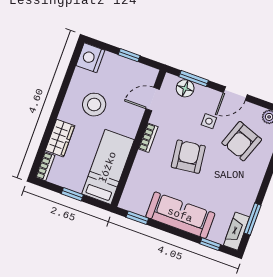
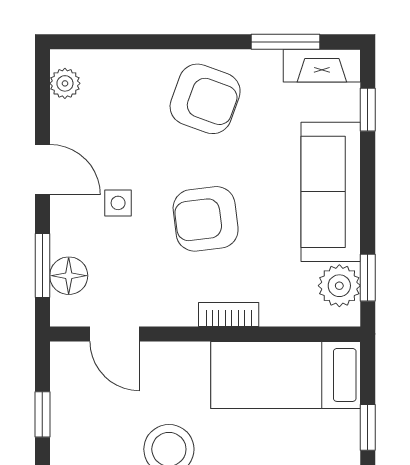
bookcase: (148, 138) -> (229, 315), moved
armchair: (242, 141) -> (205, 99), moved
plant: (138, 204) -> (339, 286), added

